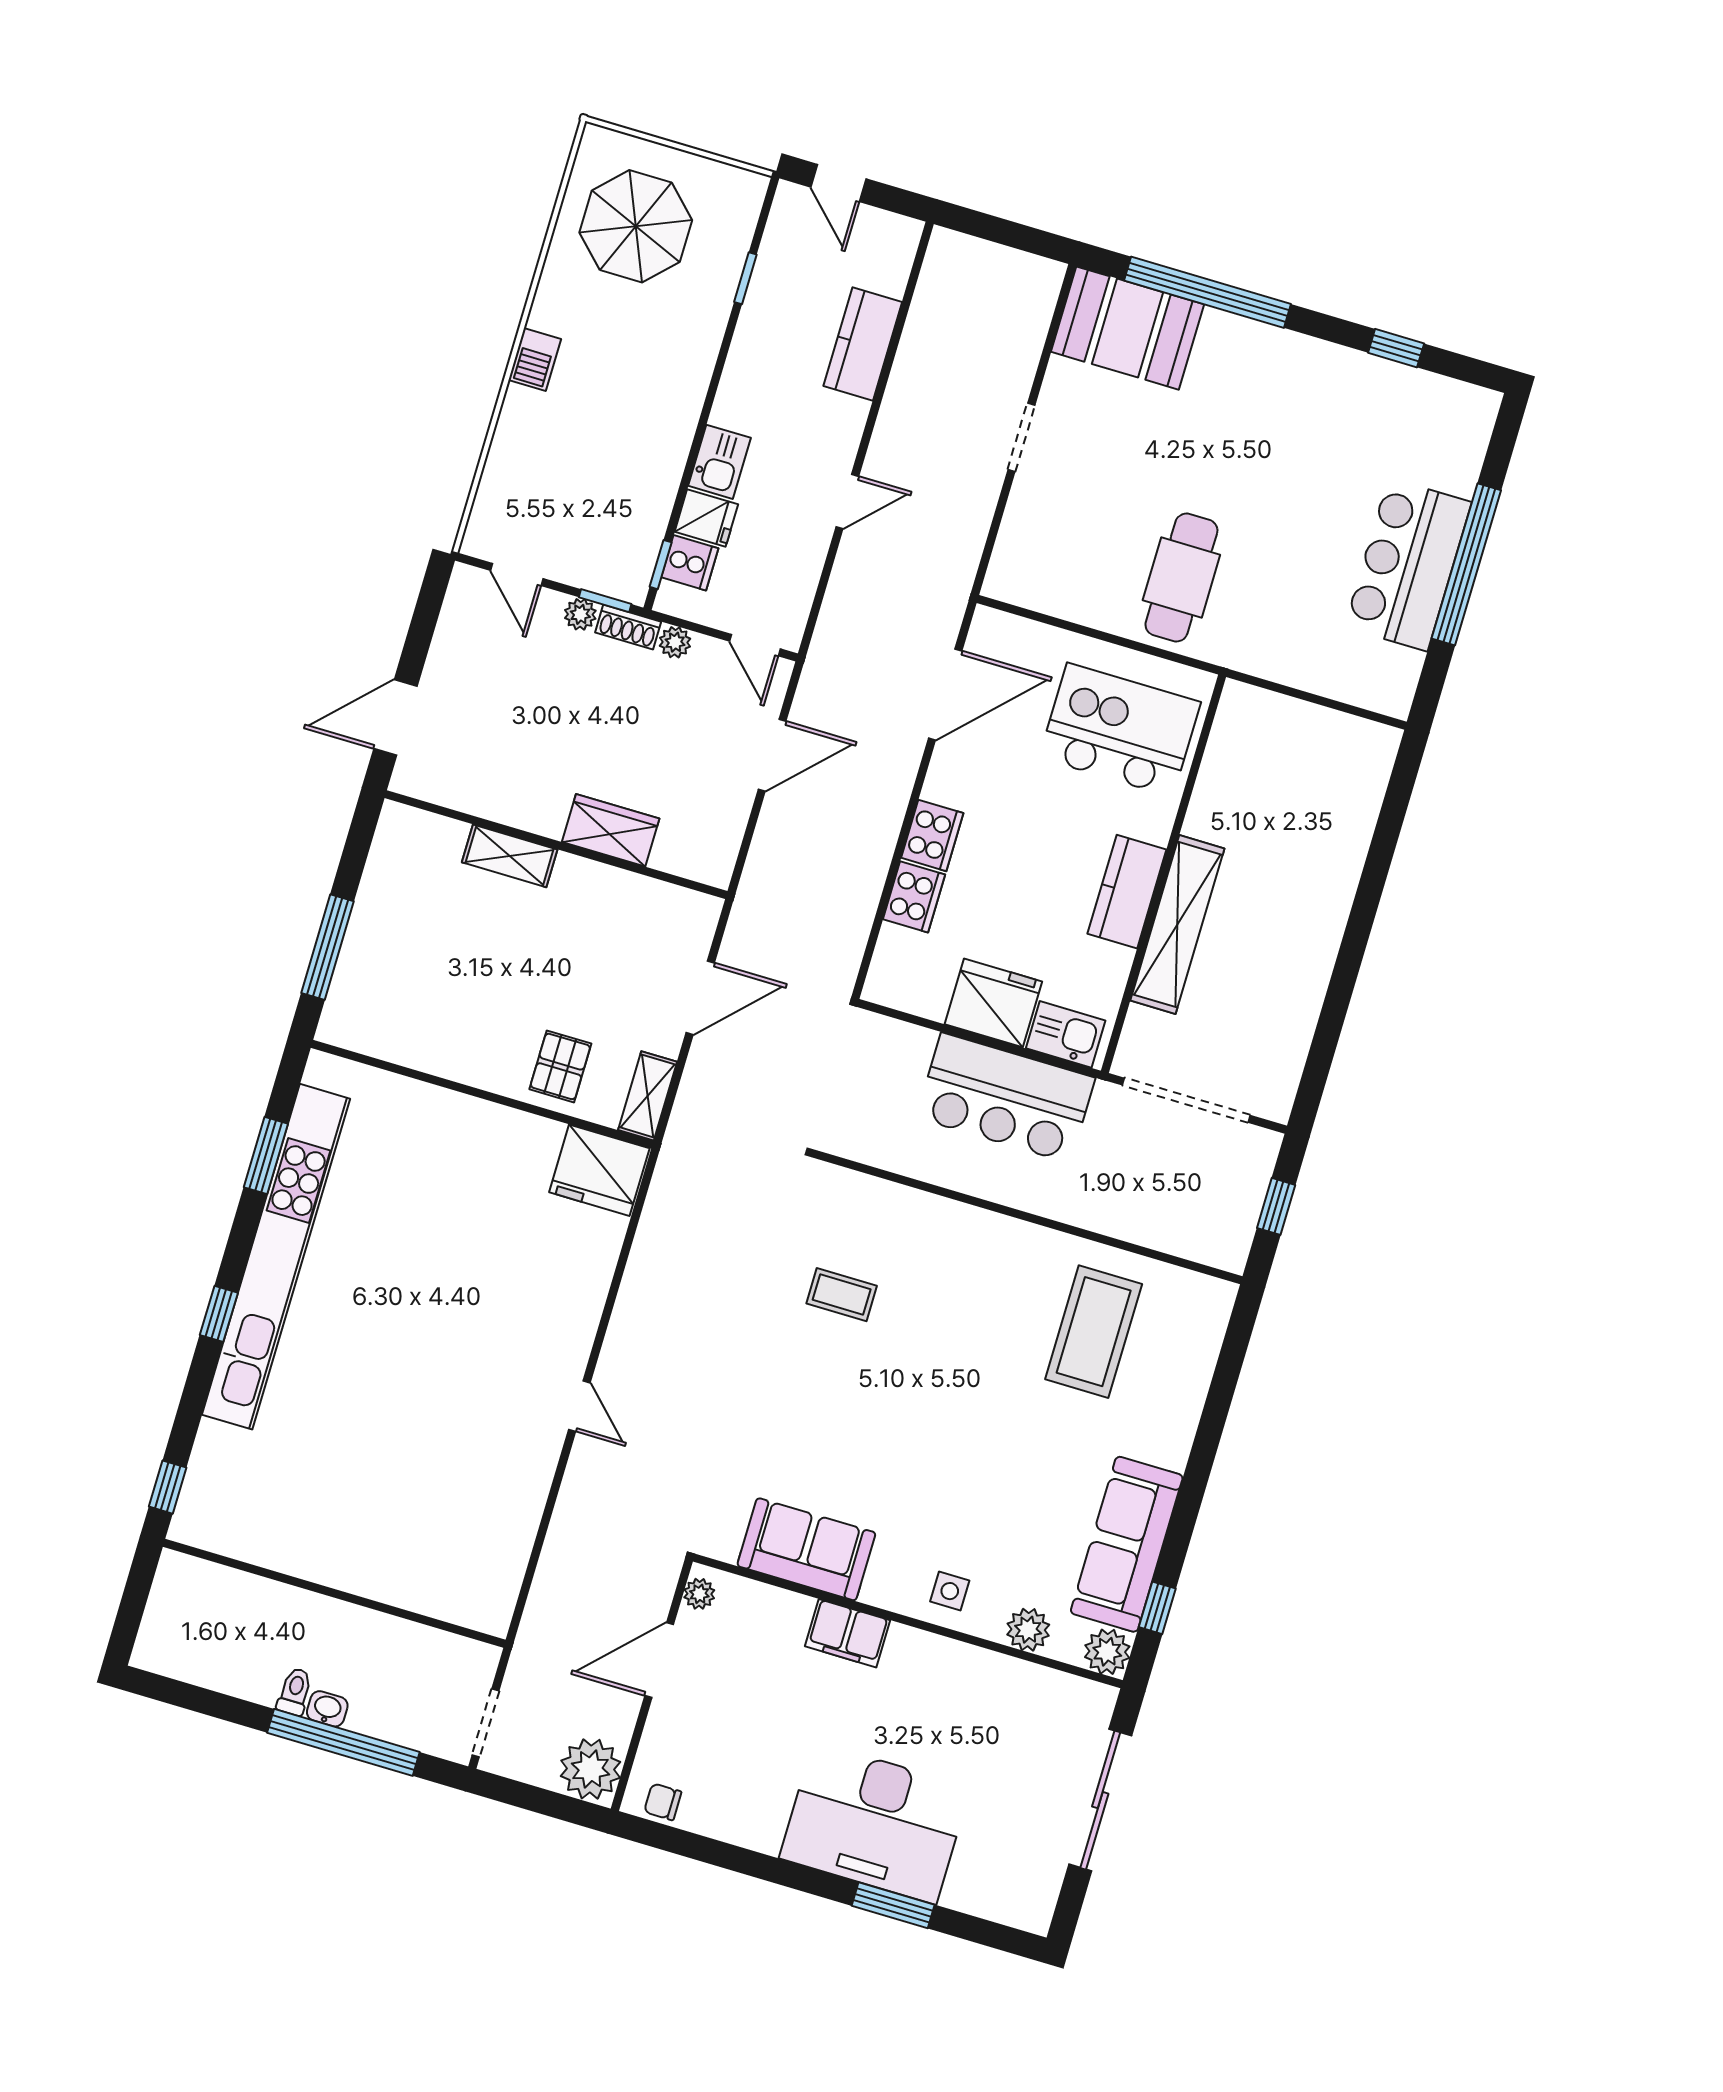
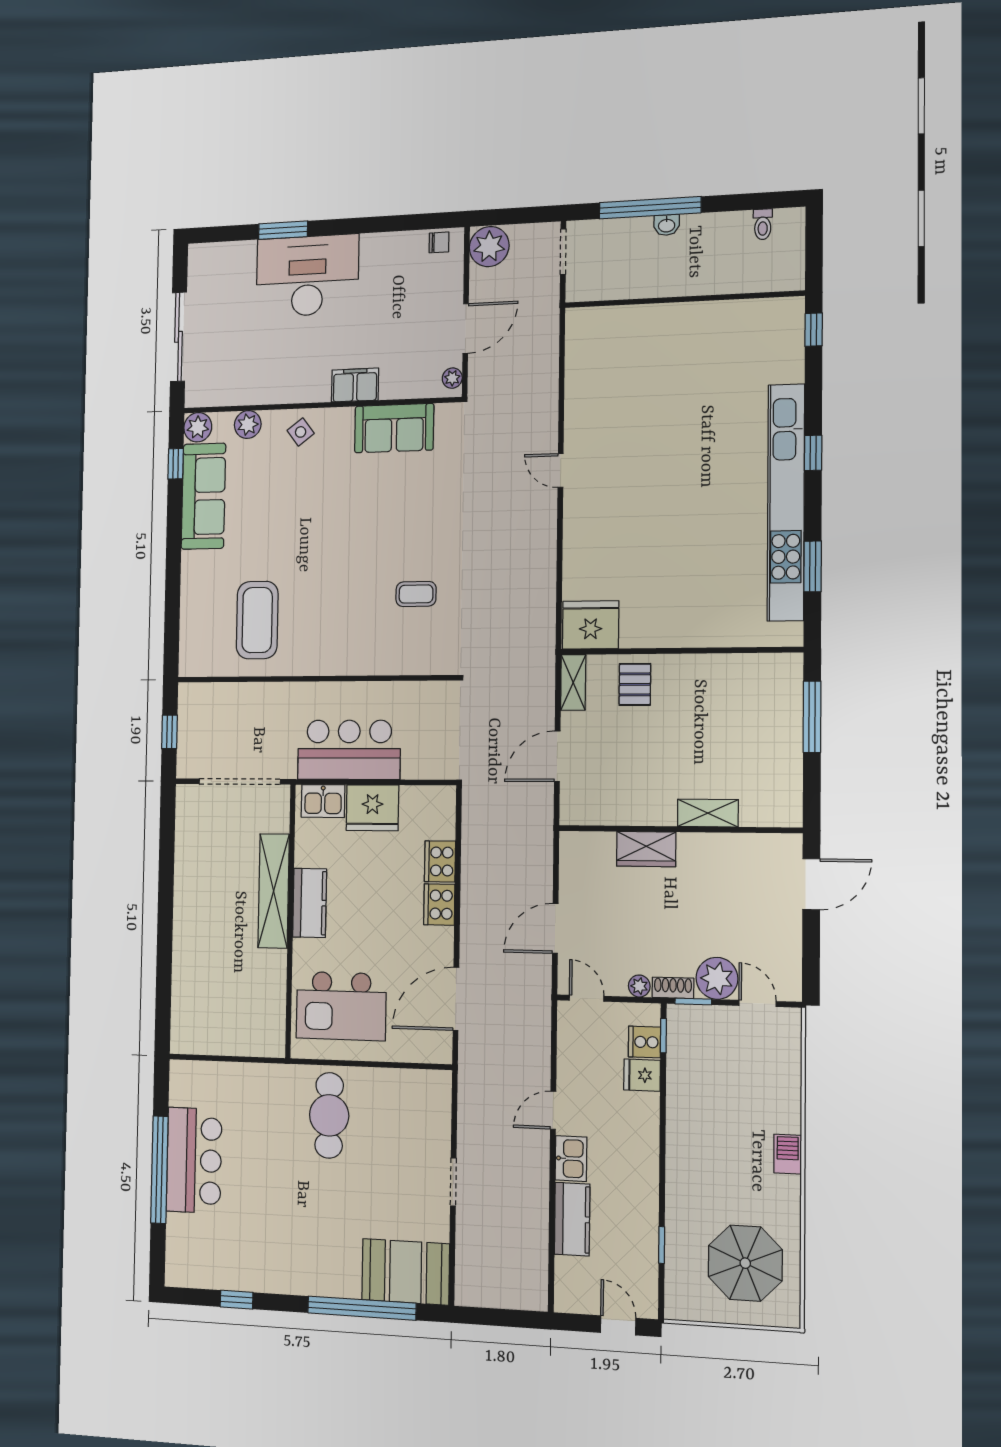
kitchen sink: (719, 462) -> (571, 1159), moved, turned 180
plant: (580, 614) -> (717, 978), width x1.88, depth x1.88
side table: (950, 1591) -> (301, 432), turned -37
toilet: (295, 1692) -> (763, 224), moved

